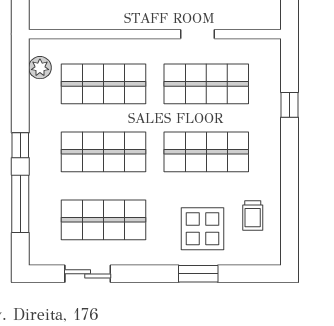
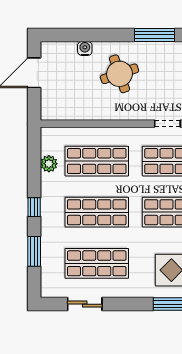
plant: (40, 68) -> (49, 164), moved
window: (20, 204) -> (34, 251), width x0.69

